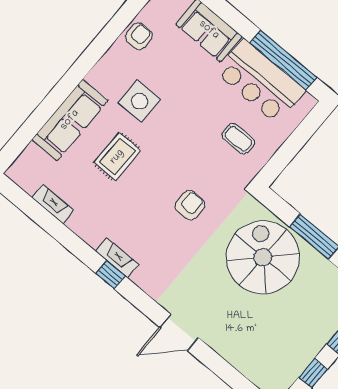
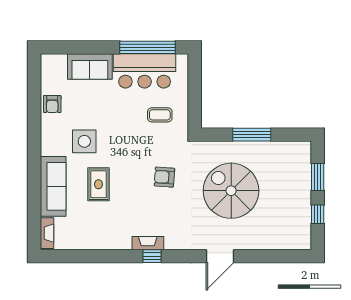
armchair: (139, 36) -> (52, 104), turned 180
fireplace: (53, 204) -> (47, 233), moved, turned 90
armchair: (190, 205) -> (164, 177), turned -86
spiral stairs: (263, 257) -> (231, 191), moved

